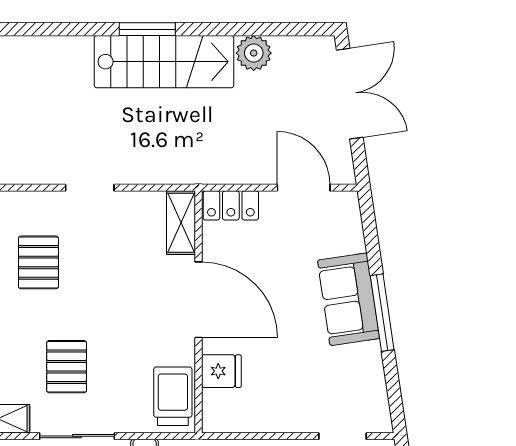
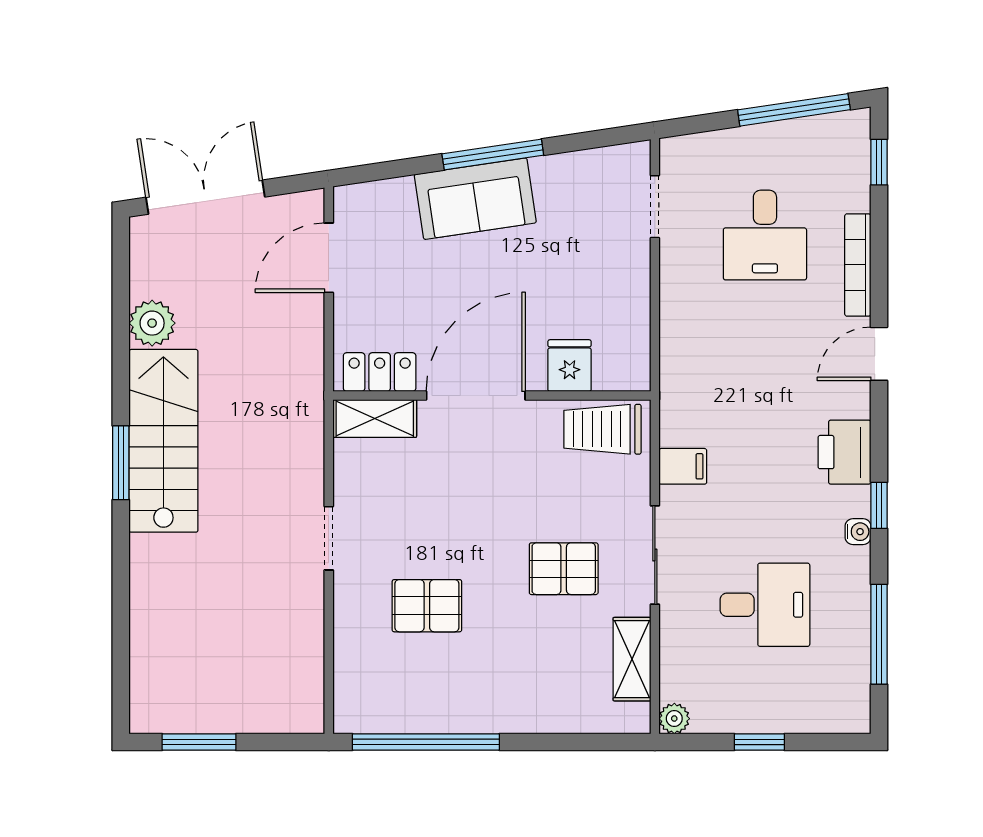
locker: (231, 205) -> (380, 372), moved, turned -90

